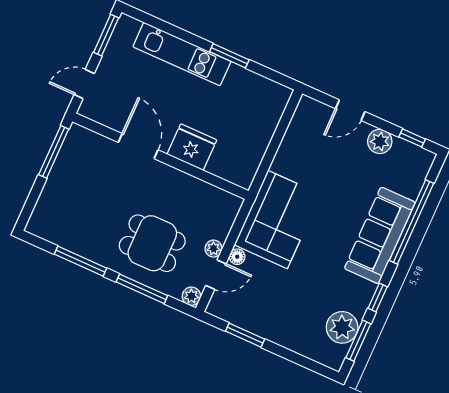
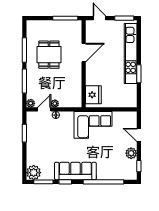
kitchen unit: (182, 54) -> (131, 54), width x1.36
fridge: (192, 147) -> (93, 95), moved
corner sofa: (277, 220) -> (93, 125), moved
sofa: (380, 235) -> (75, 171), moved
dining table: (152, 243) -> (49, 55), moved
door: (216, 275) -> (44, 109), swing flipped
plant: (342, 327) -> (34, 173), moved

